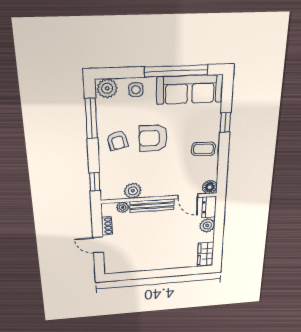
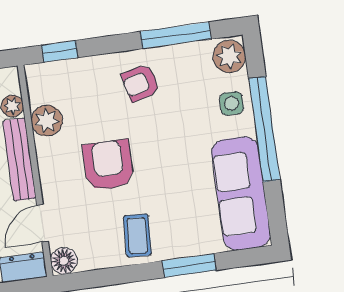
window: (176, 71) -> (264, 129), moved
window: (225, 122) -> (189, 266), width x1.50
armchair: (153, 138) -> (108, 165), moved

